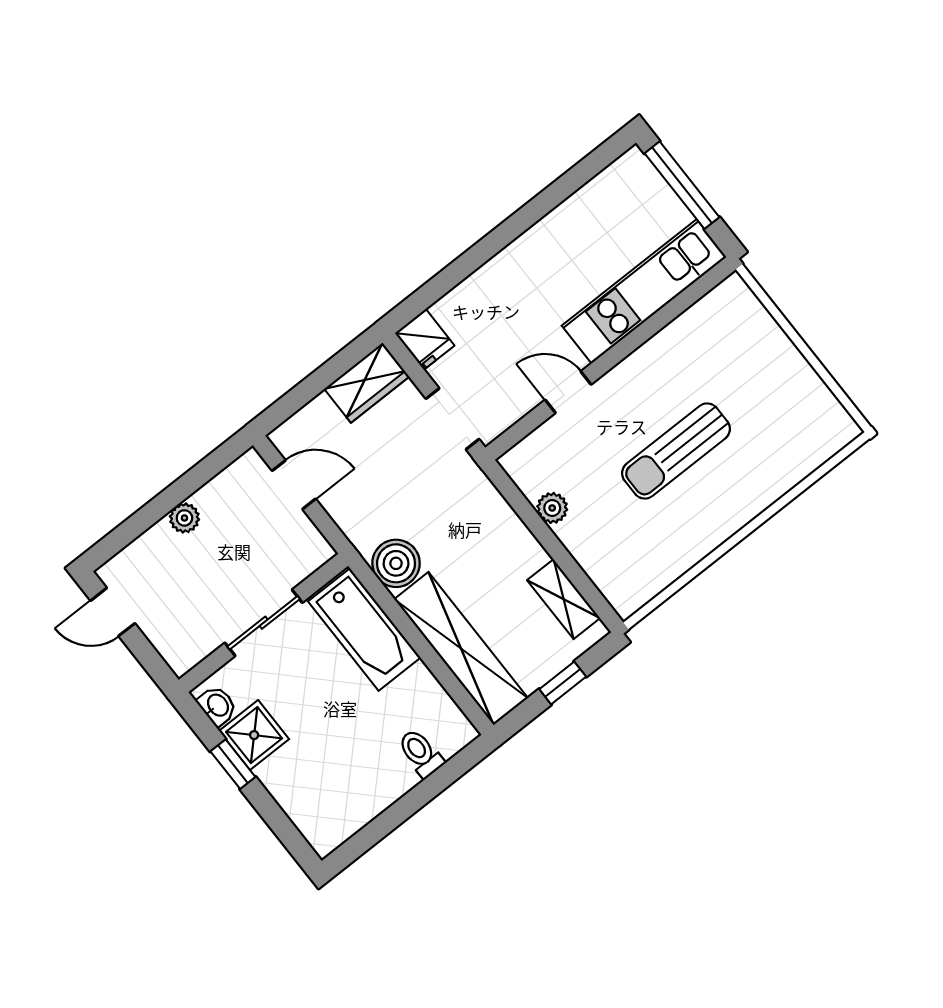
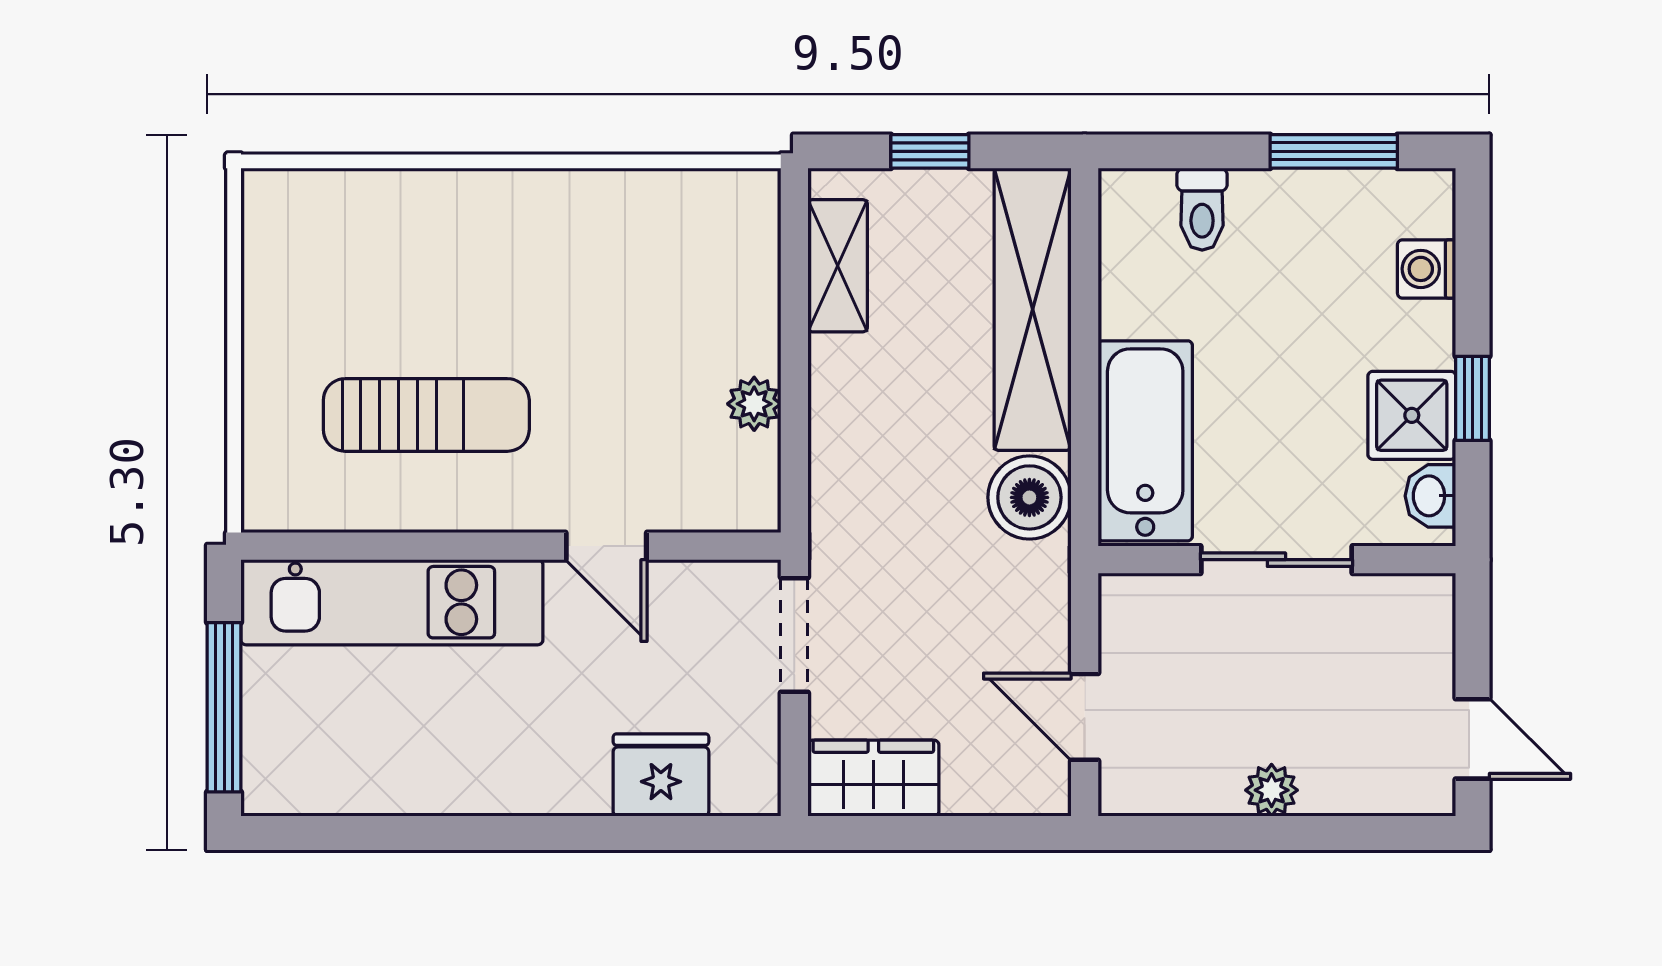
fridge: (425, 339) -> (661, 775), moved, width x1.38
sun lounger: (676, 451) -> (426, 415), moved
washing machine: (299, 806) -> (1427, 269), added
window: (382, 826) -> (1334, 151), added

